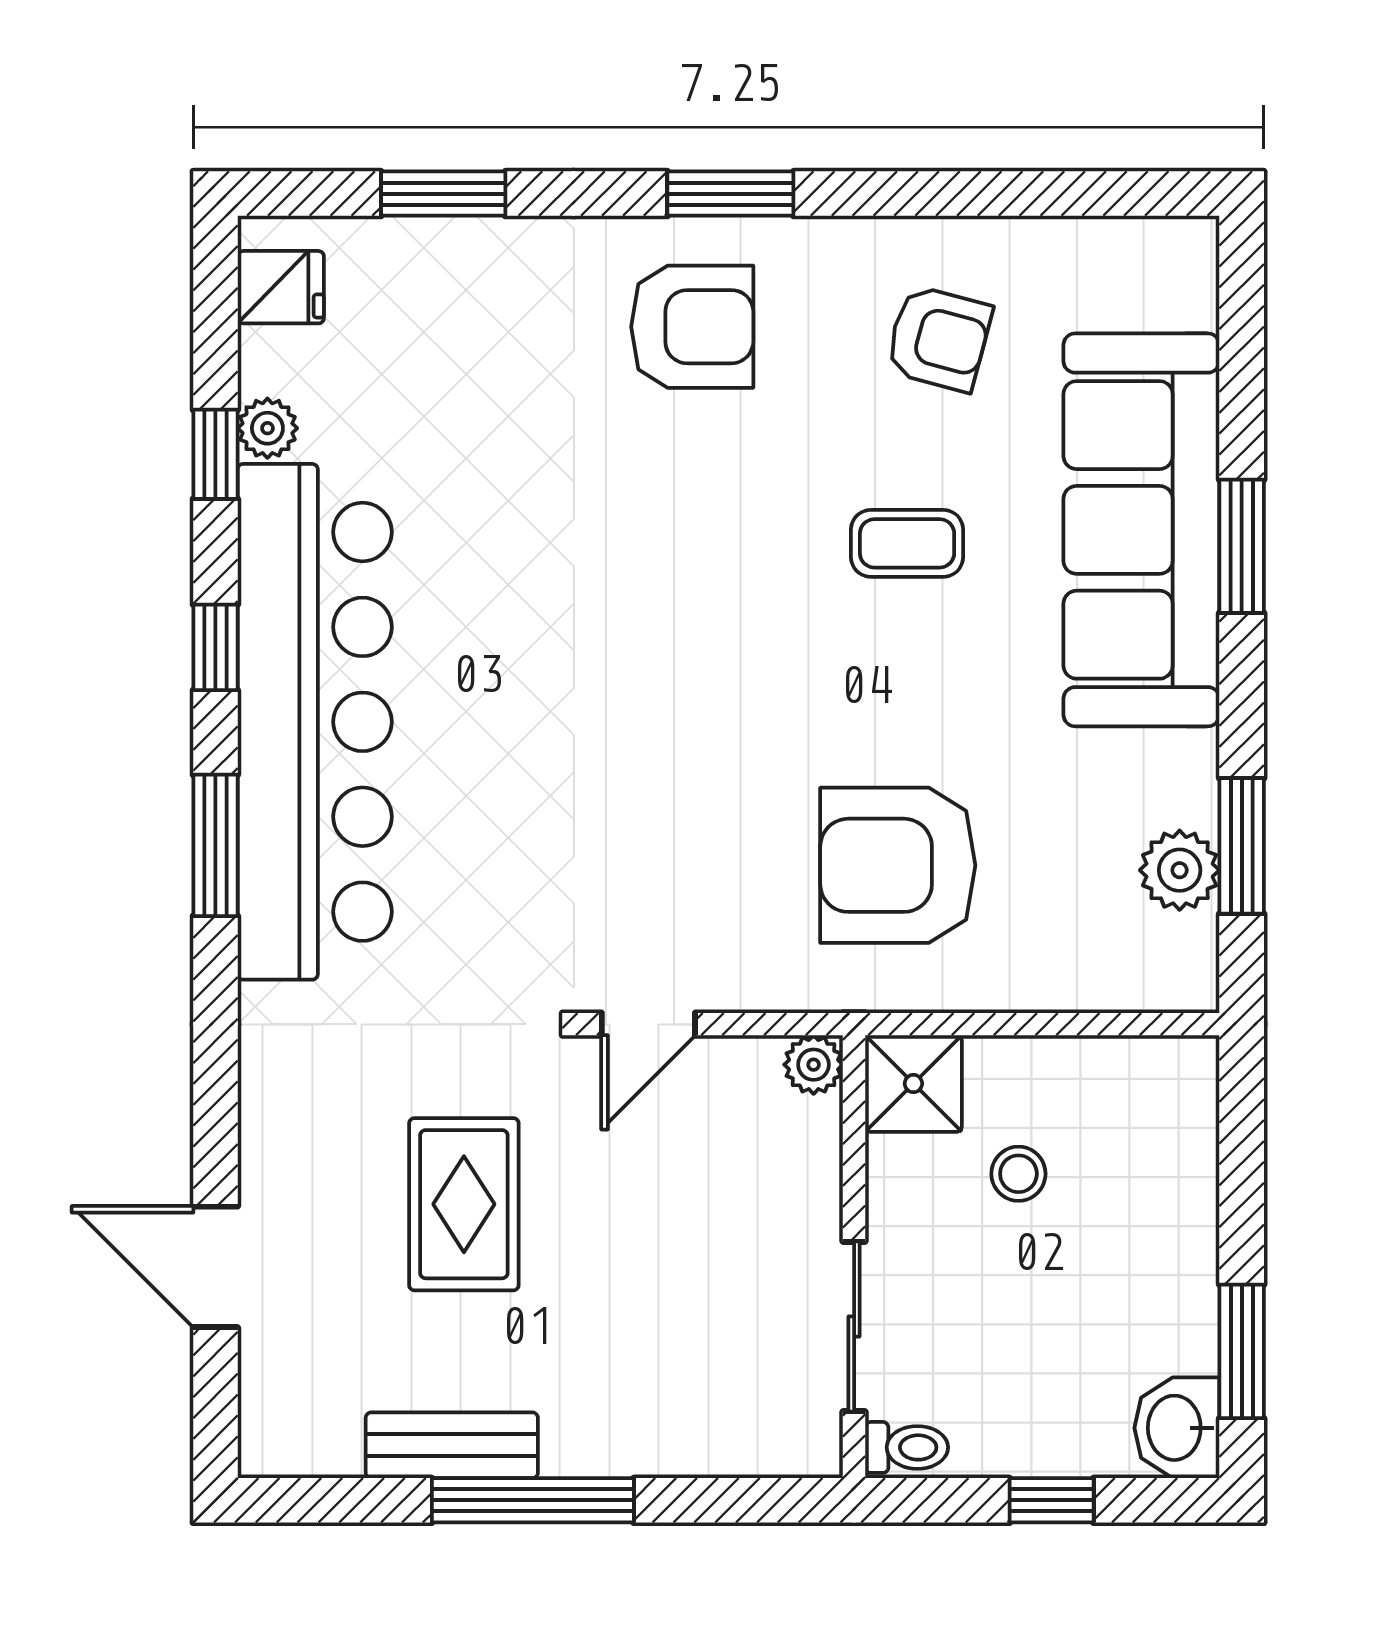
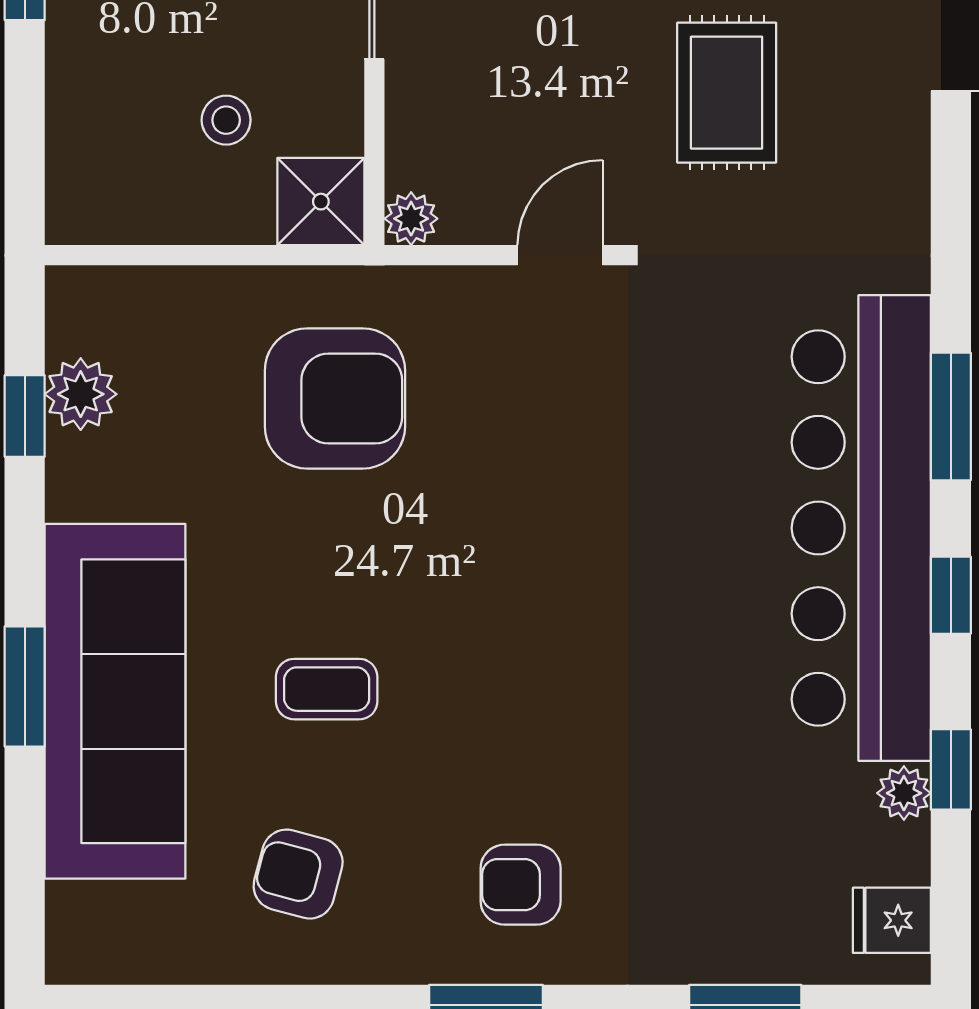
armchair: (692, 327) -> (521, 885), width x0.72, depth x0.72
window: (1242, 846) -> (25, 416), width x0.67

